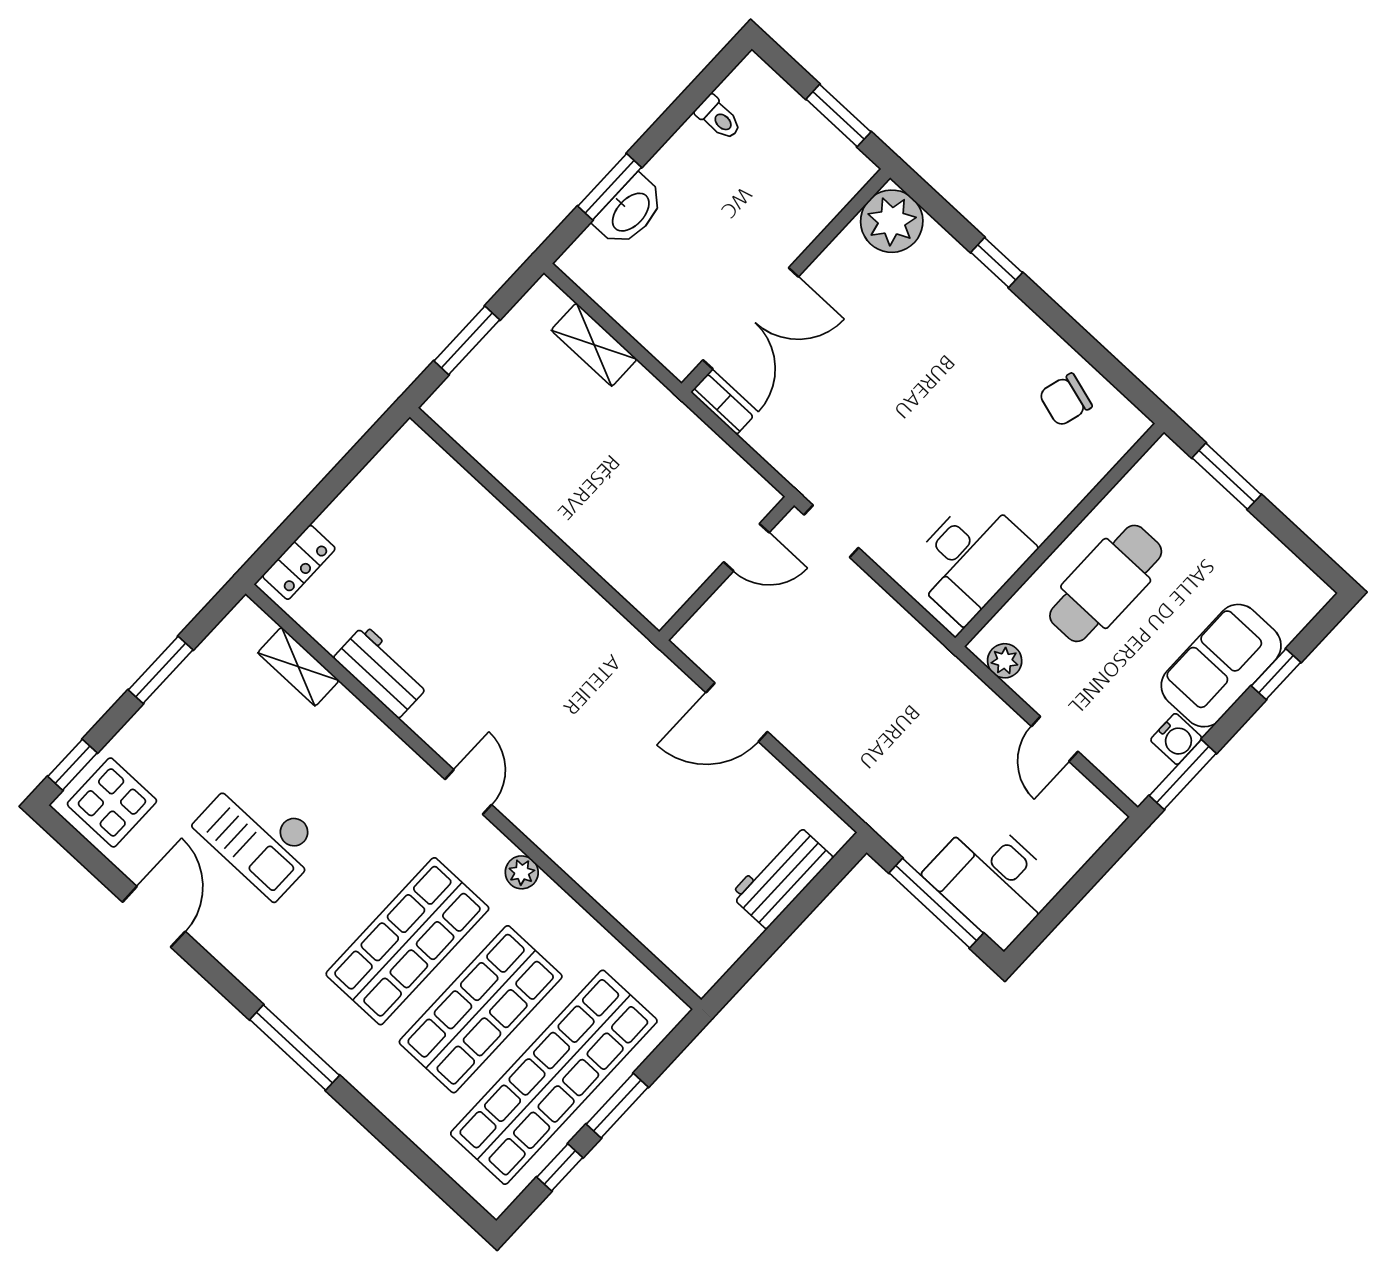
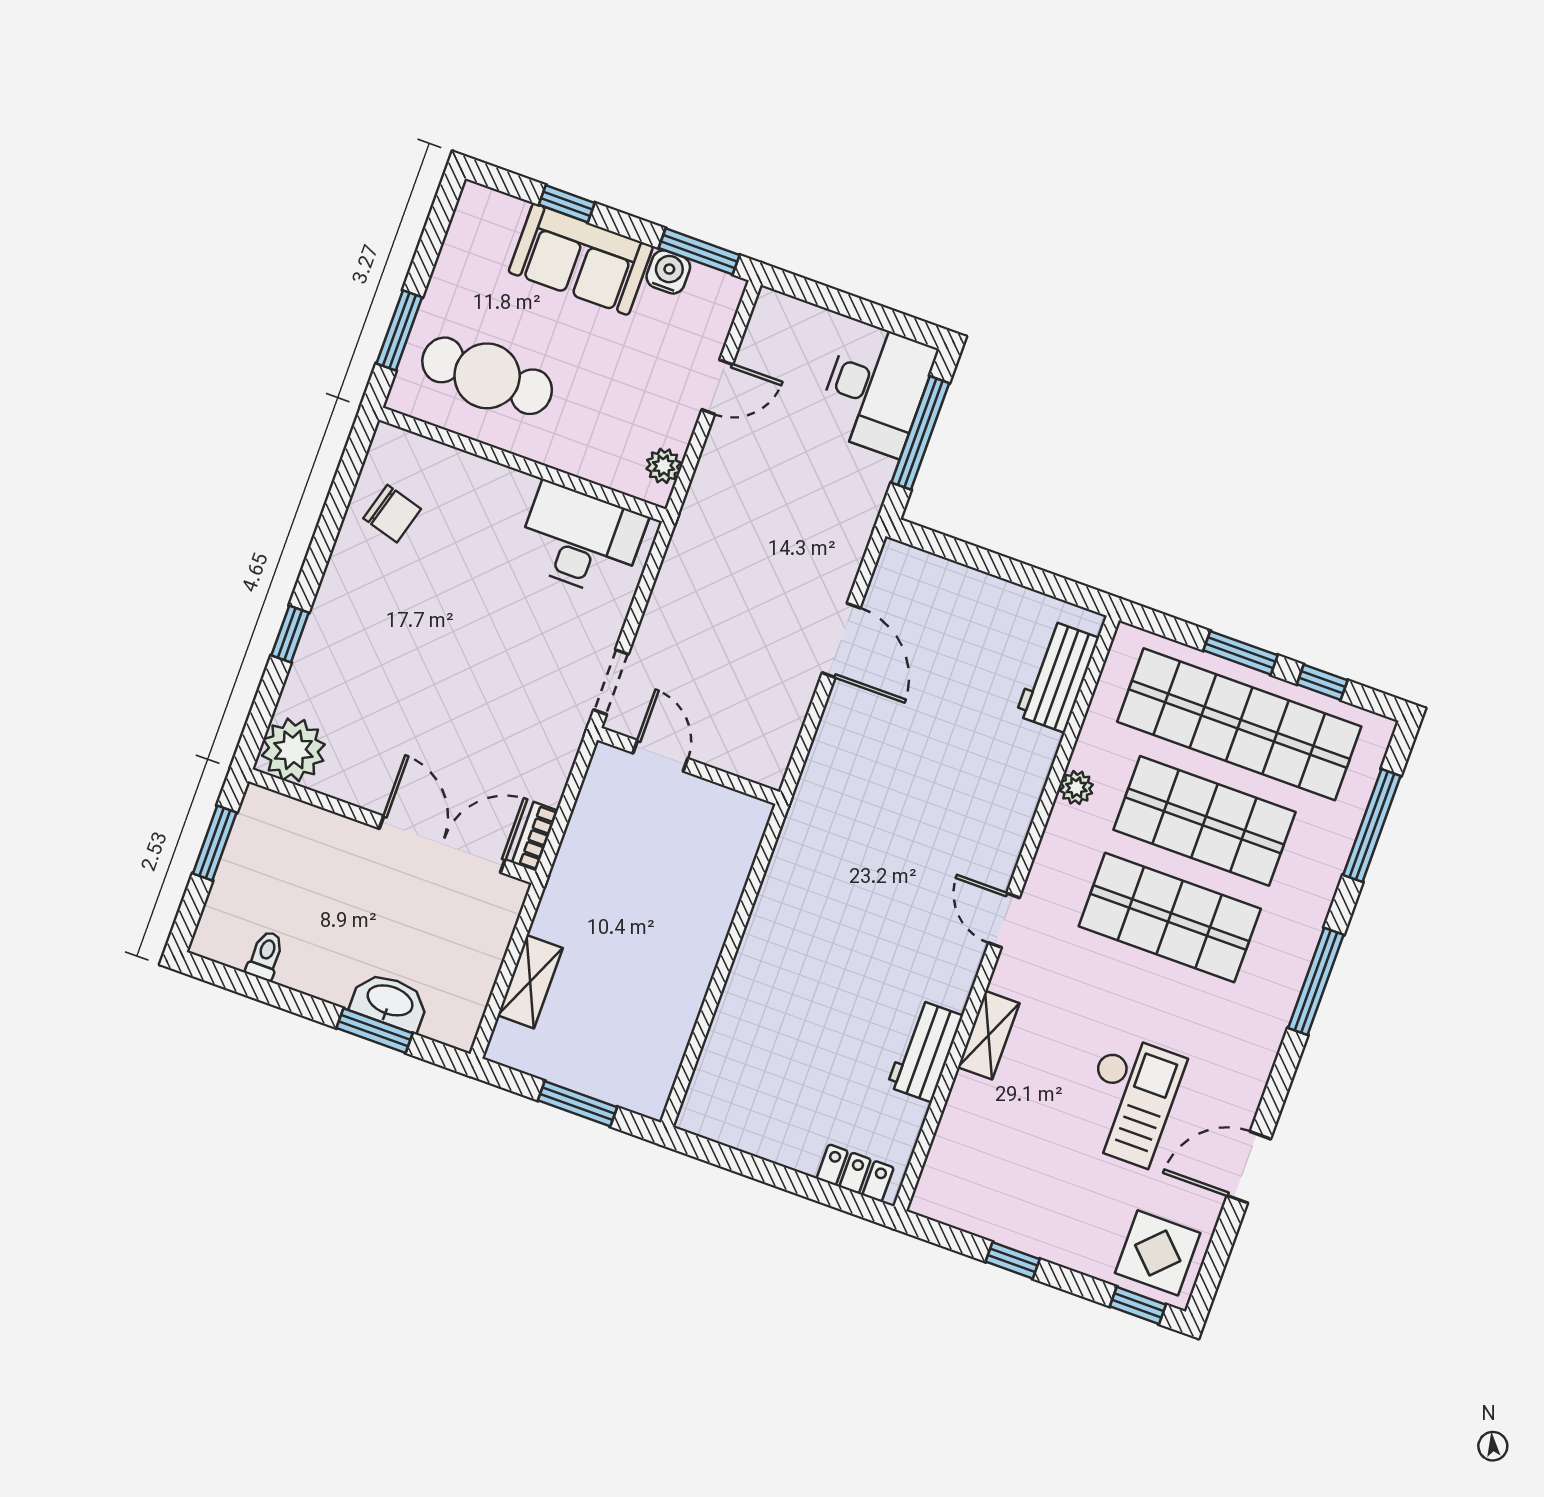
cafe table: (1106, 583) -> (487, 376), moved
shelving: (298, 667) -> (989, 1035), moved
window: (161, 670) -> (1013, 1260), width x0.67
door: (737, 712) -> (841, 640), moved
door: (468, 792) -> (1004, 920), hinge flipped
plant: (522, 872) -> (1076, 788), moved
workbench: (782, 876) -> (1057, 676), moved, turned 90
window: (413, 1157) -> (1372, 825), added

